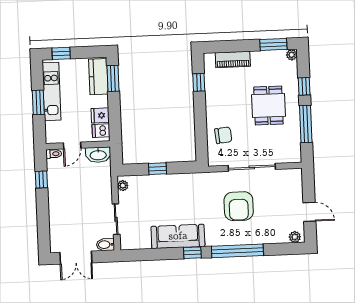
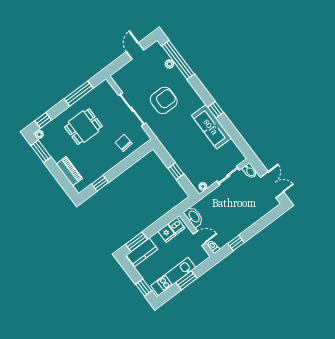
window: (304, 86) -> (43, 120), moved
plant: (295, 237) -> (170, 64), moved
window: (237, 251) -> (178, 60), moved

